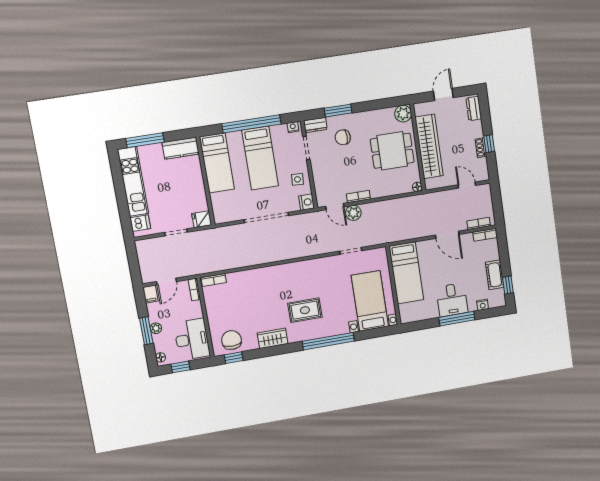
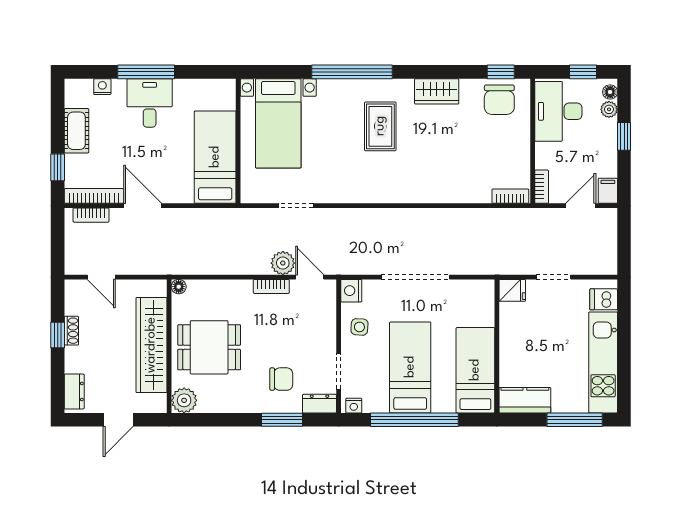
bookcase: (485, 235) -> (94, 196), width x1.56
window: (508, 285) -> (58, 167), moved
rug: (305, 310) -> (380, 126), turned 90
plant: (156, 328) -> (609, 109), moved
window: (146, 331) -> (624, 136), width x0.67

